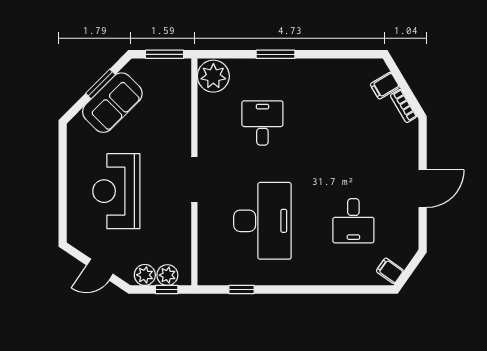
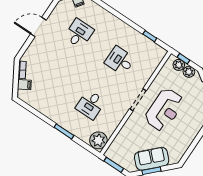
reception desk: (116, 191) -> (164, 110), moved
desk: (262, 221) -> (120, 61), width x0.53, depth x0.77

